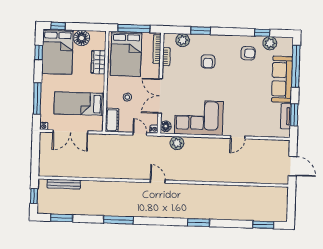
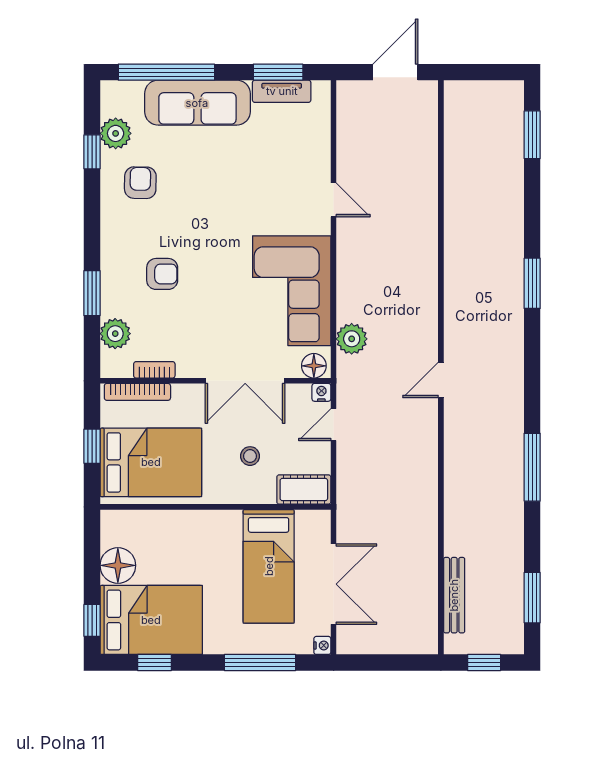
window: (134, 28) -> (92, 446), width x0.46
wardrobe: (98, 62) -> (172, 525), removed

